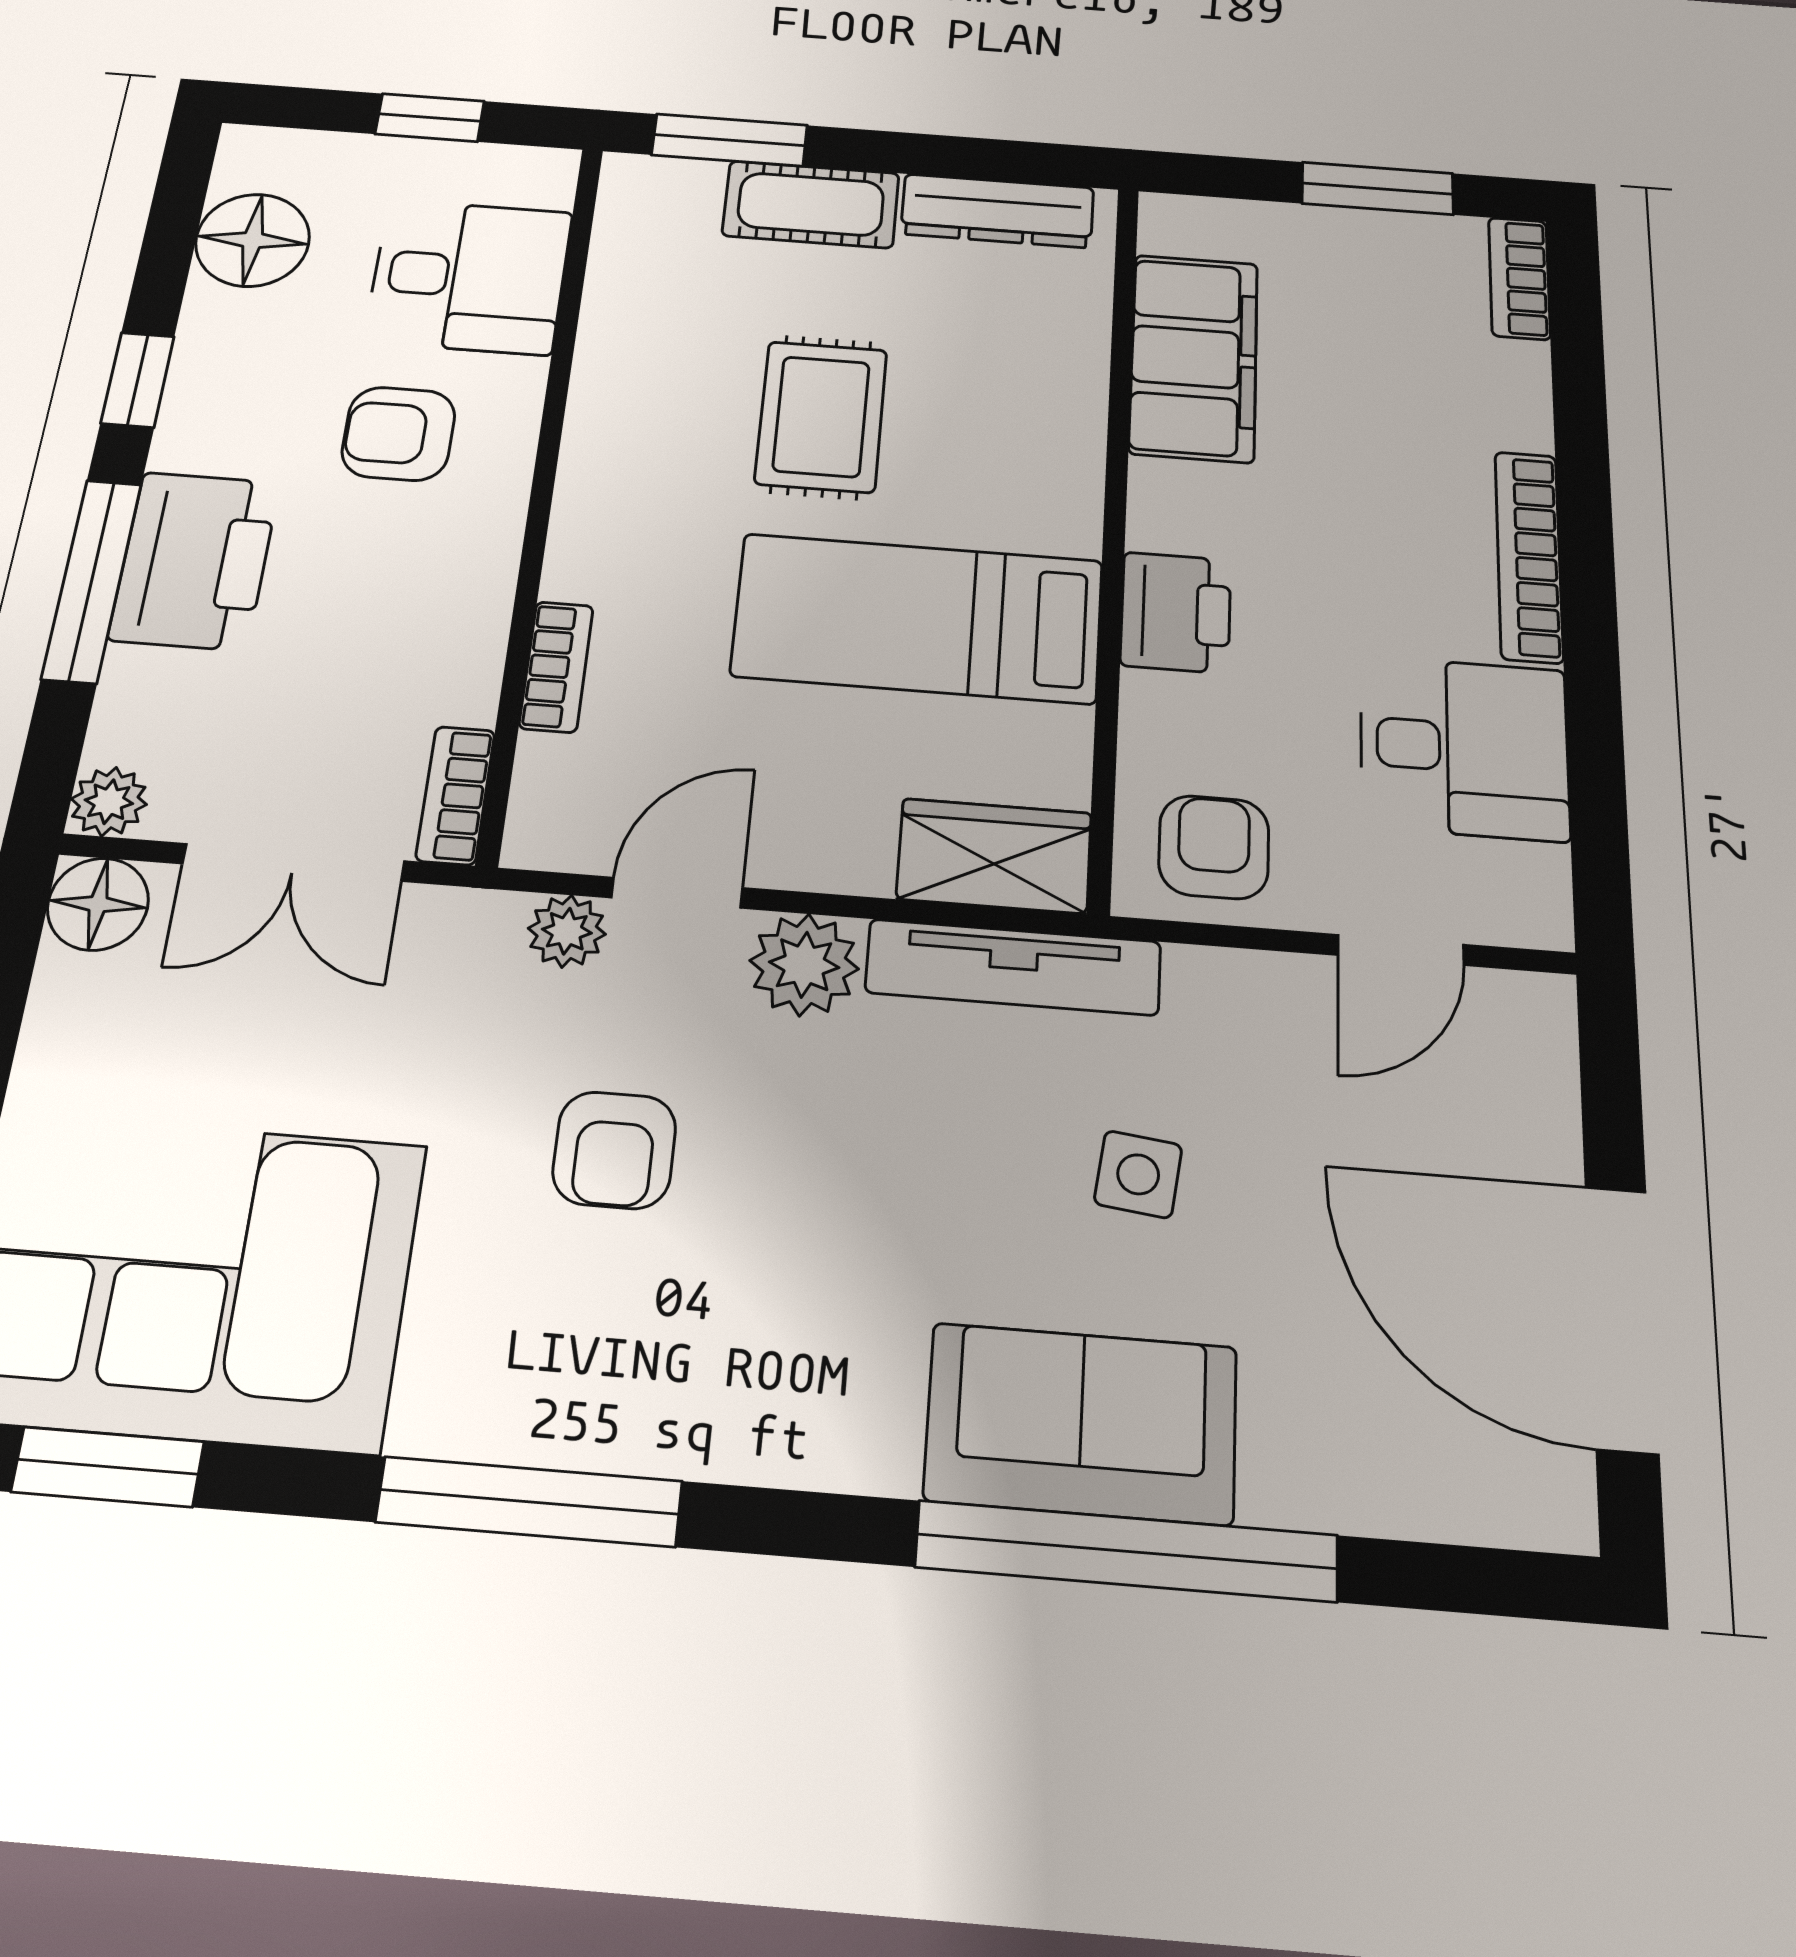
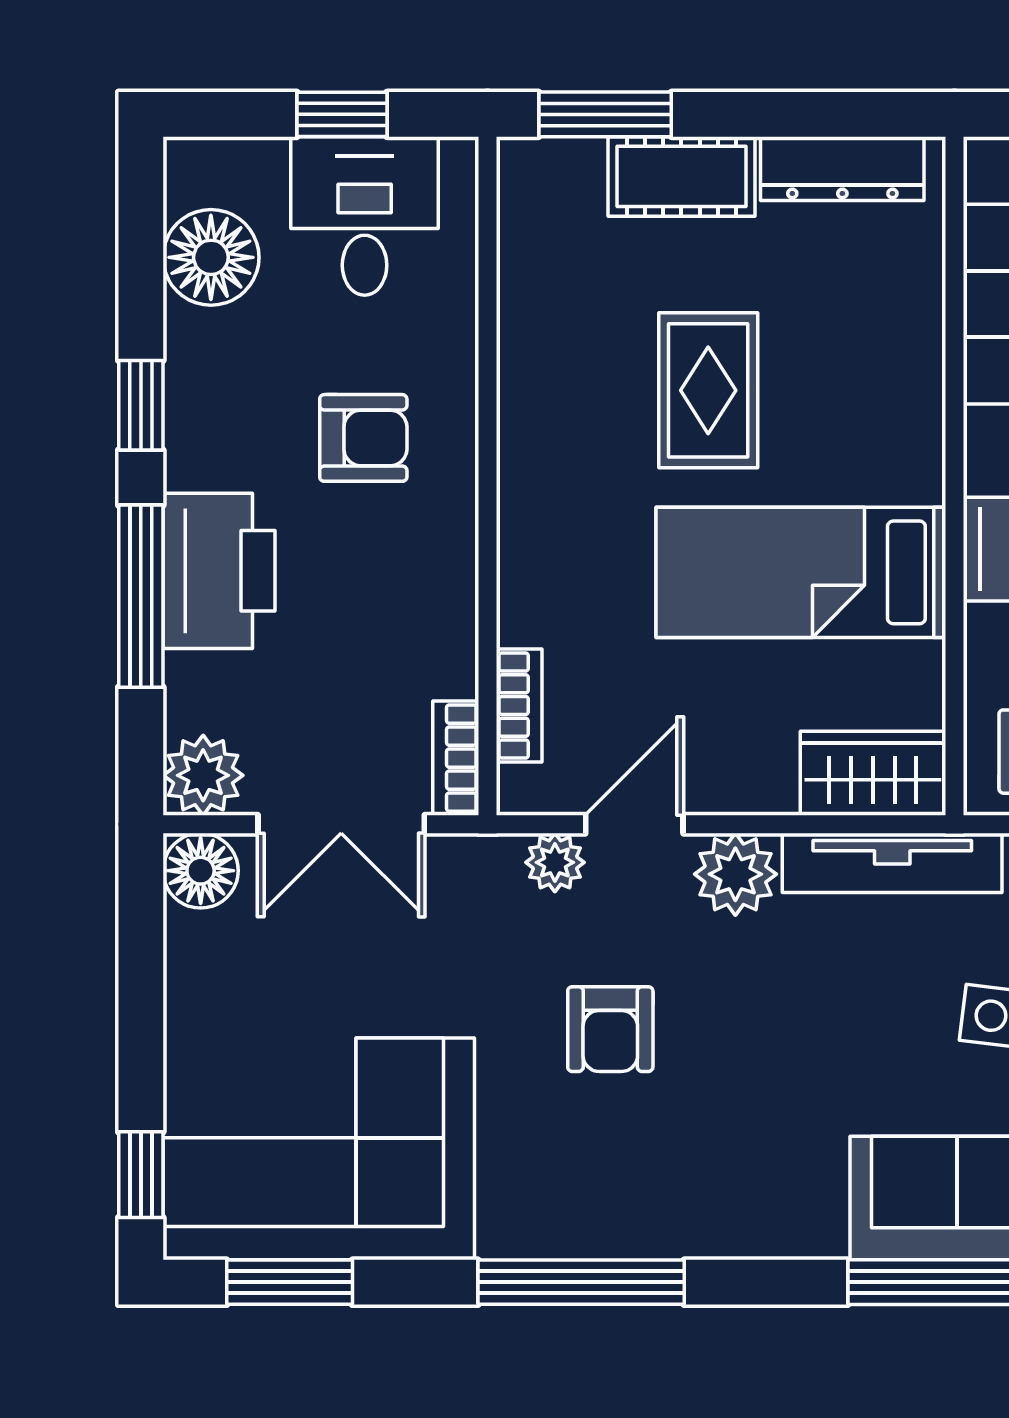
desk: (469, 277) -> (365, 216), moved, turned -90
armchair: (398, 434) -> (363, 438), turned 180
bookcase: (556, 667) -> (519, 706), moved
plant: (109, 802) -> (203, 775), width x1.38, depth x1.38

